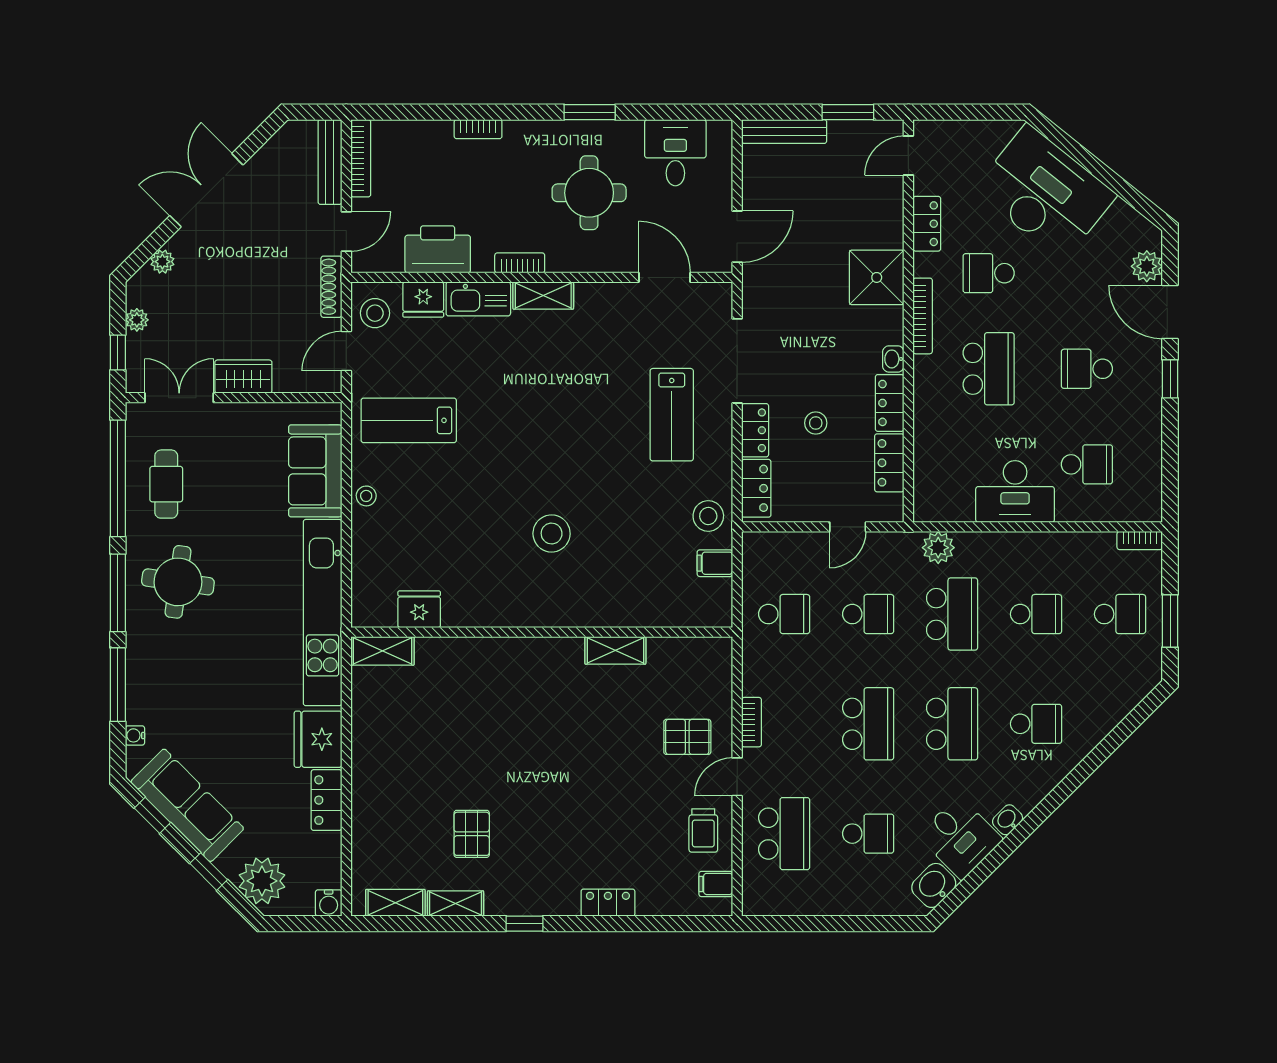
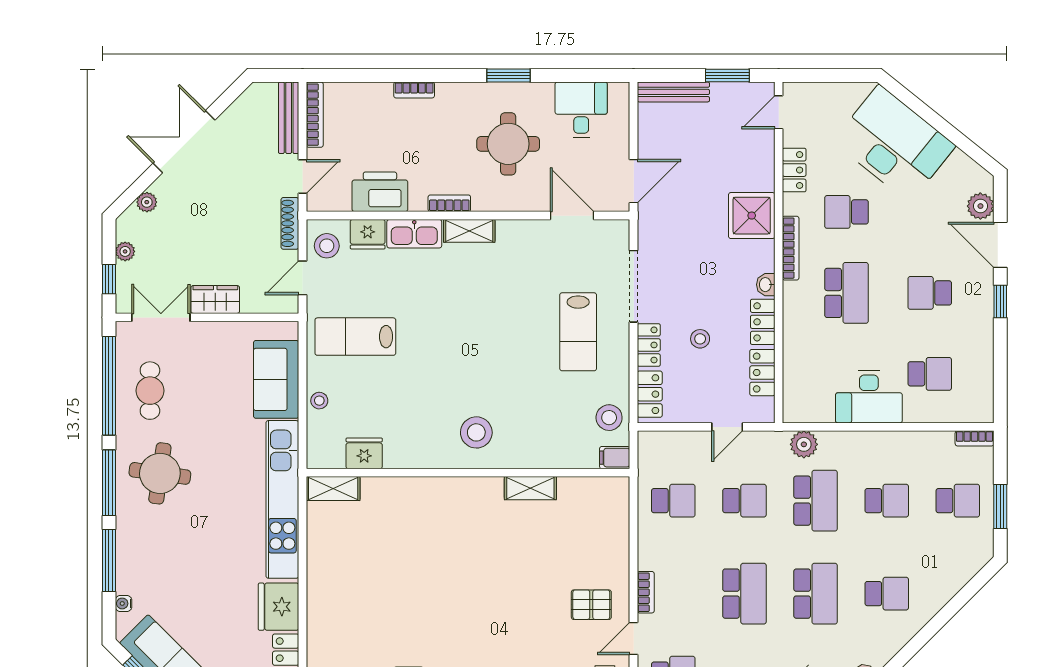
fridge: (419, 609) -> (364, 453), moved
wall: (542, 632) -> (468, 473), moved
shelving: (615, 650) -> (530, 488), moved
shelving: (382, 651) -> (333, 489), moved

